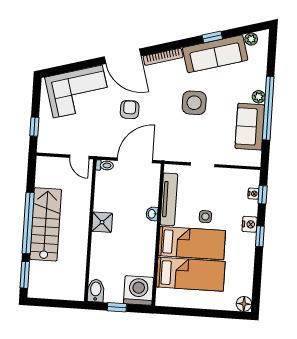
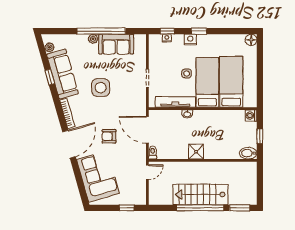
washing machine: (139, 290) -> (251, 116), width x0.53, depth x0.53

